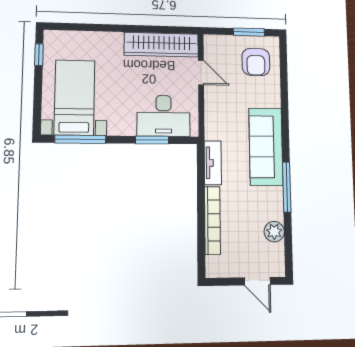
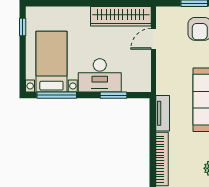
door: (201, 72) -> (154, 39), swing flipped
desk: (164, 116) -> (100, 75), moved

